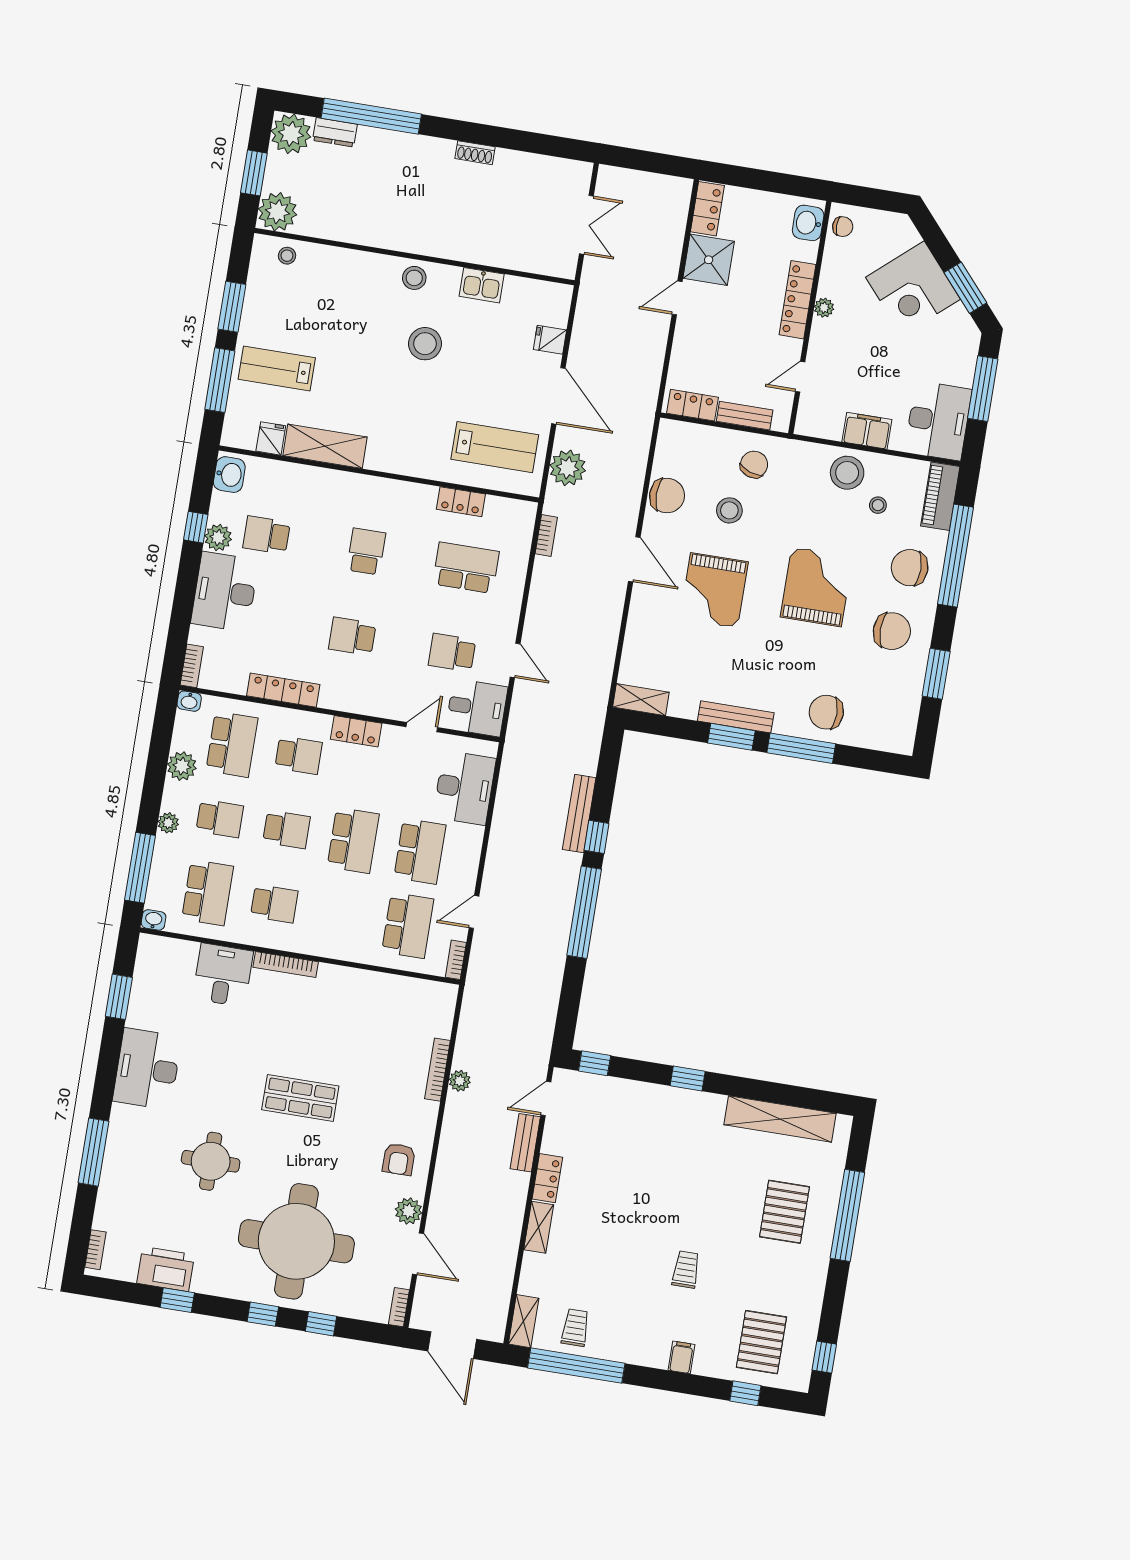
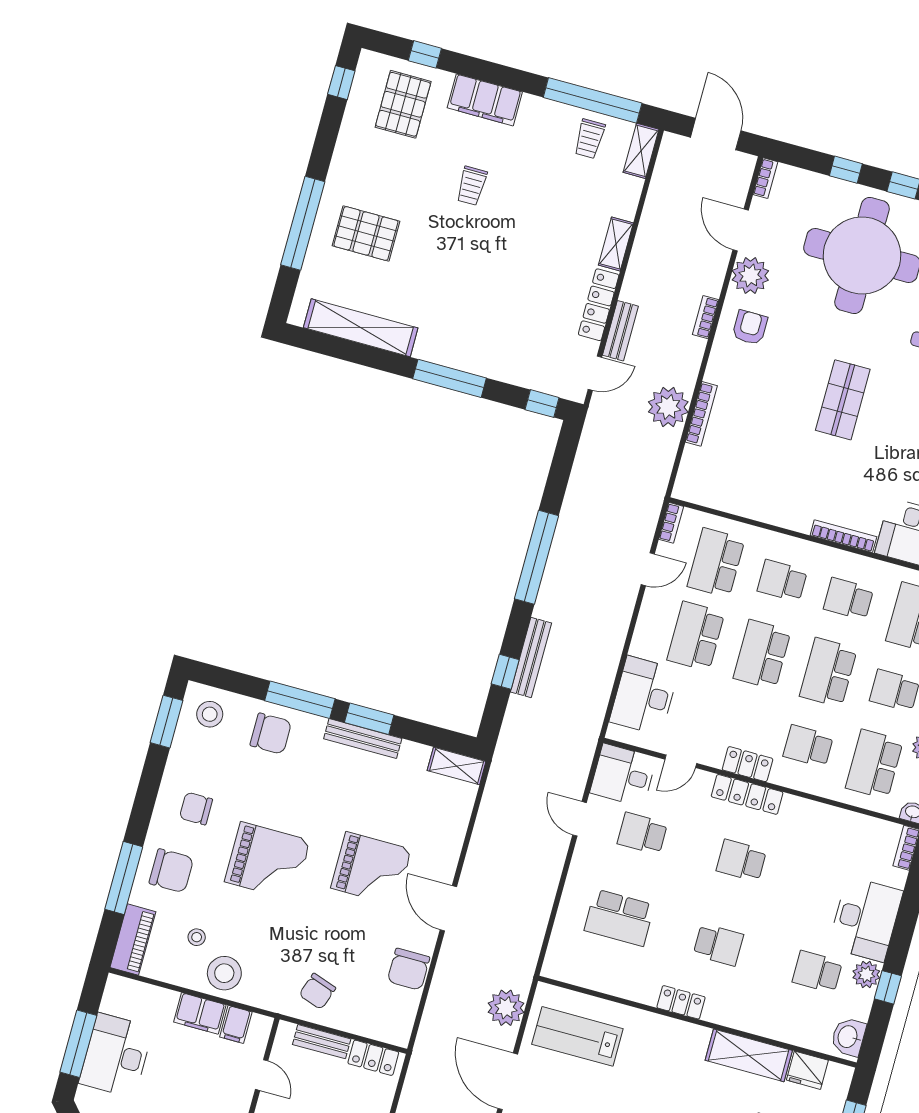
door: (800, 377) -> (262, 1075), hinge flipped
desk: (938, 421) -> (116, 1055), moved
filing cabinet: (831, 424) -> (236, 1024), added
fridge: (271, 438) -> (807, 1070), width x1.38
chair: (667, 496) -> (409, 969), turned -90
locker: (461, 502) -> (681, 1002), moved
stool: (729, 510) -> (210, 714), moved
school desk: (266, 535) -> (817, 972), turned 180
bookcase: (546, 536) -> (706, 317), moved
school desk: (366, 551) -> (718, 945), turned -90
window: (955, 556) -> (124, 878), width x0.68
grand piano: (816, 587) -> (267, 861), turned -90
grand piano: (714, 590) -> (371, 869), turned 90
chair: (892, 631) -> (196, 809), width x0.73, depth x0.73
school desk: (352, 636) -> (741, 861), turned 180
school desk: (452, 653) -> (642, 833), turned 180
window: (936, 674) -> (166, 722), moved
locker: (283, 690) -> (747, 794), moved
school desk: (286, 829) -> (828, 672), width x1.85
window: (596, 837) -> (505, 672), moved
school desk: (341, 915) -> (782, 581), added
window: (688, 1079) -> (450, 378), width x2.17
plant: (460, 1081) -> (668, 407), width x1.87, depth x1.87
shop shelf: (300, 1098) -> (843, 400), turned 90
locker: (547, 1178) -> (599, 305), width x1.53
plant: (409, 1211) -> (750, 275), width x1.36, depth x1.36
pallet: (785, 1212) -> (366, 233), turned 90
filing cabinet: (682, 1357) -> (485, 100), width x3.00, depth x1.17

